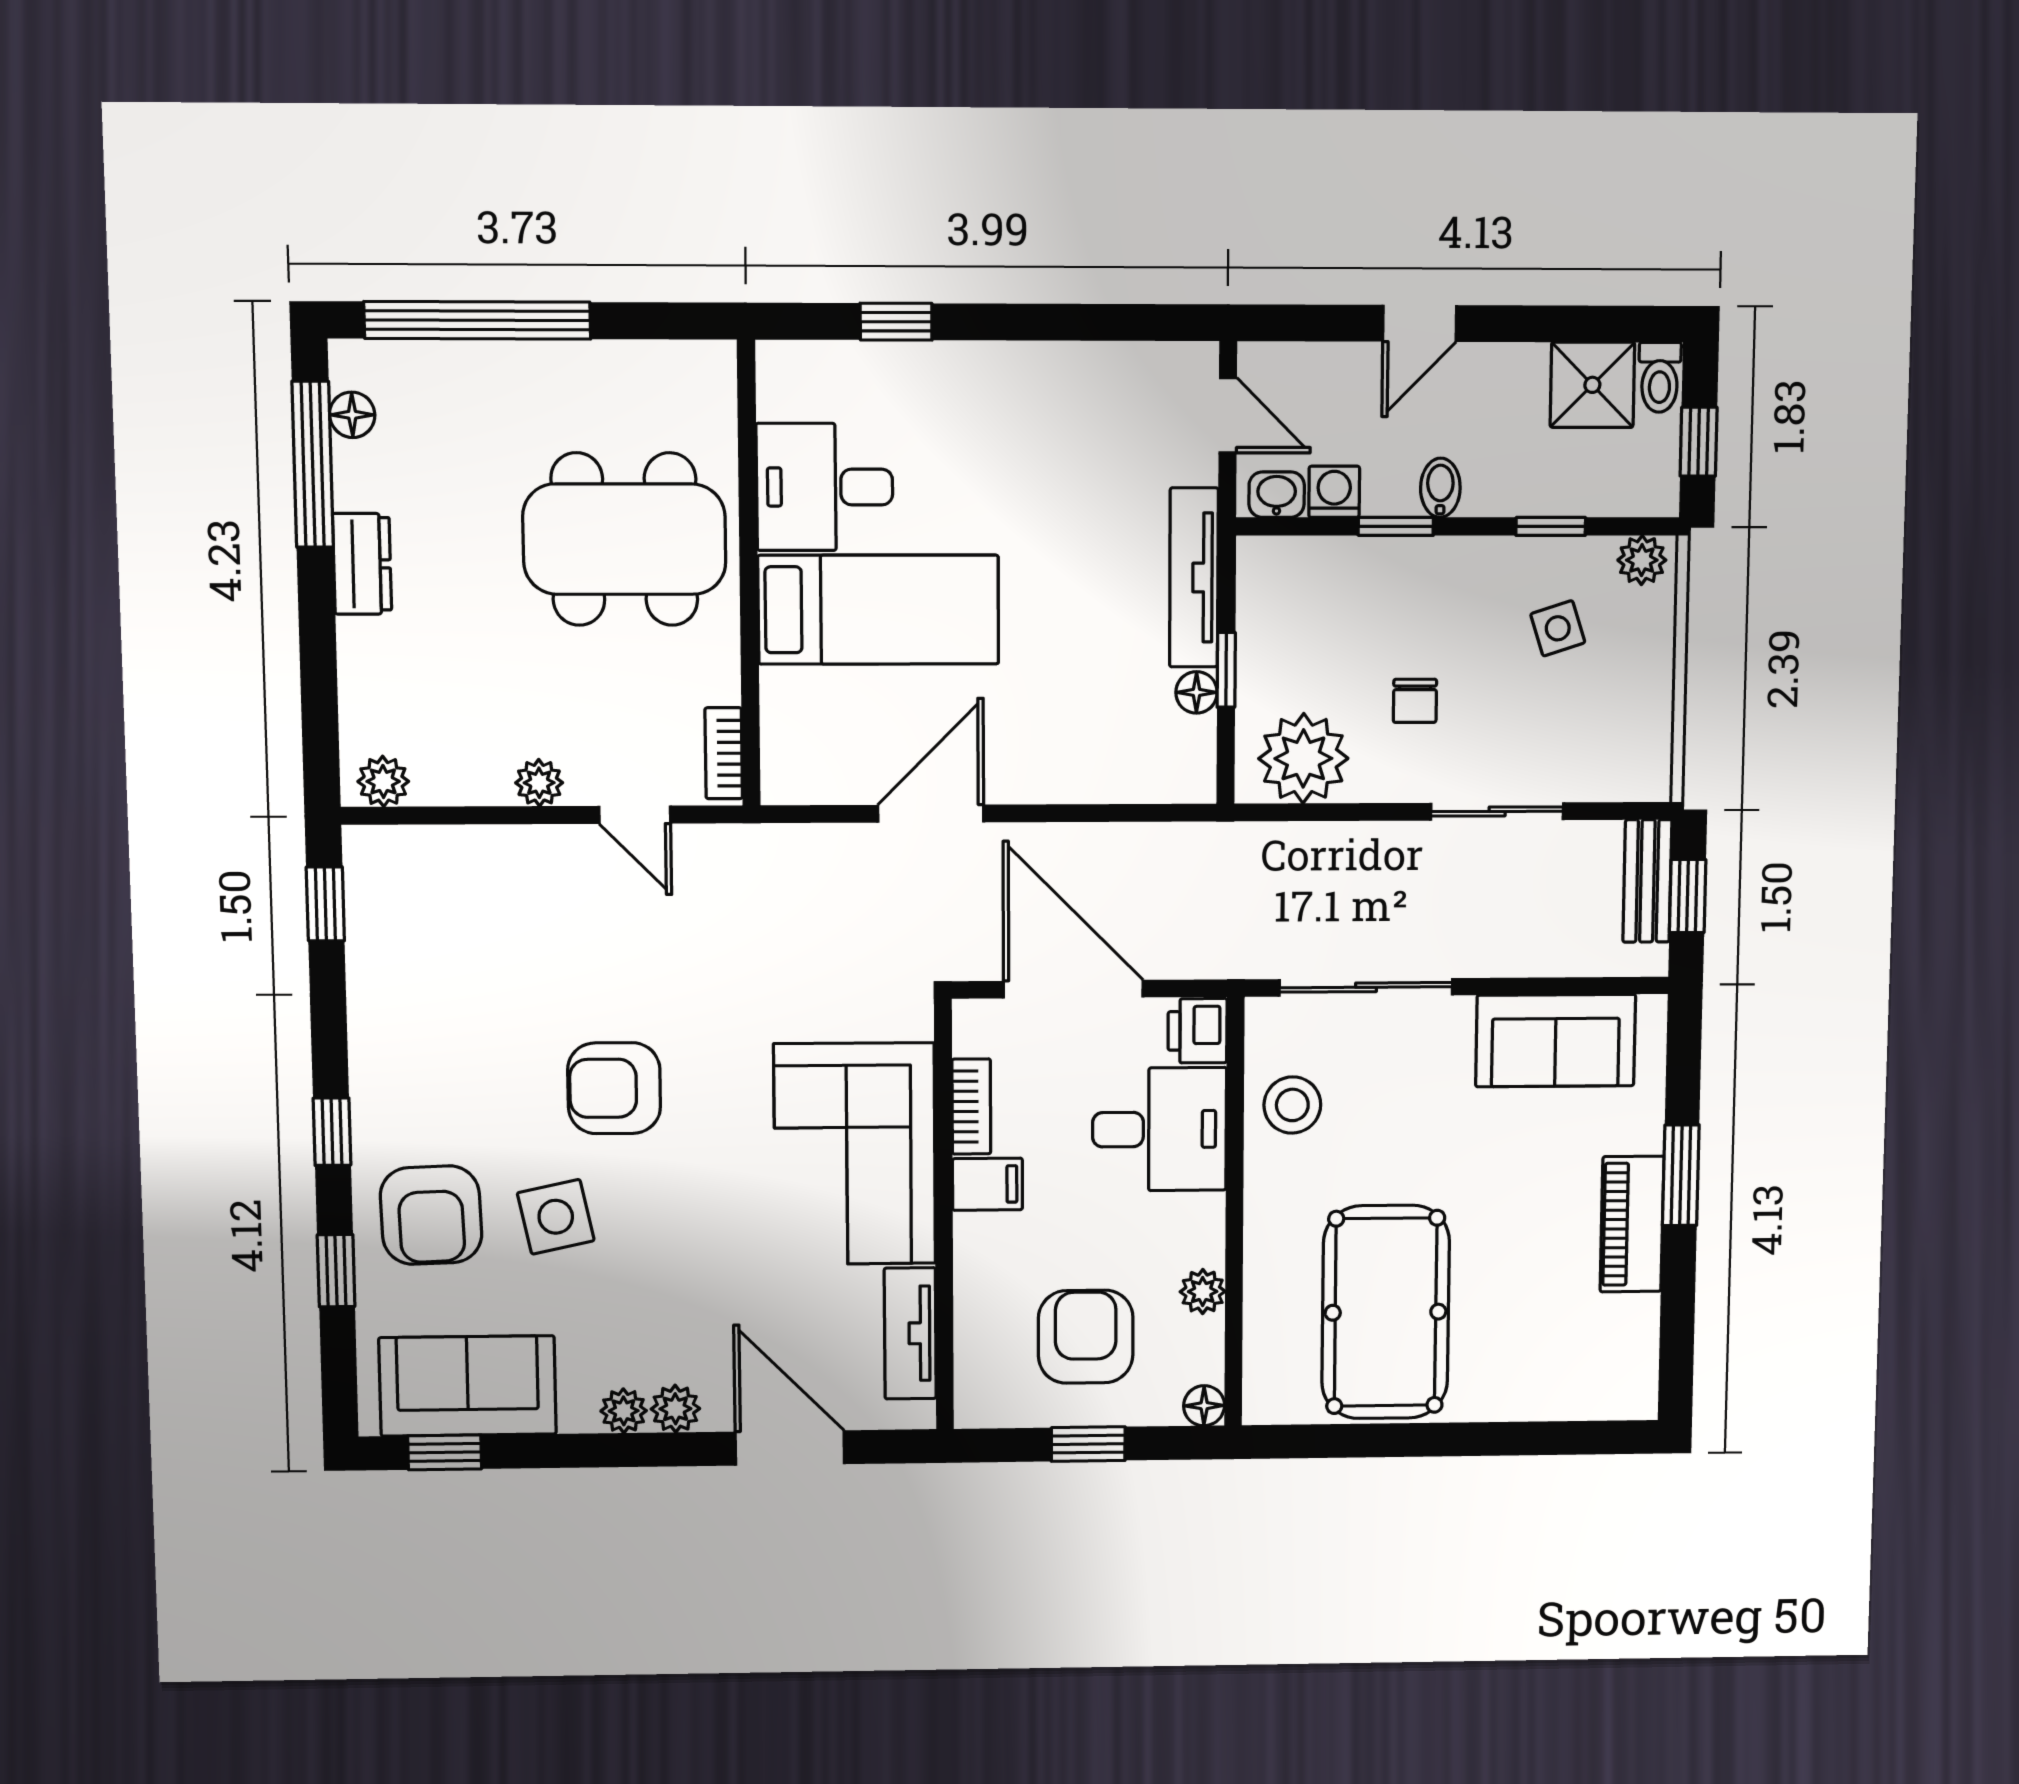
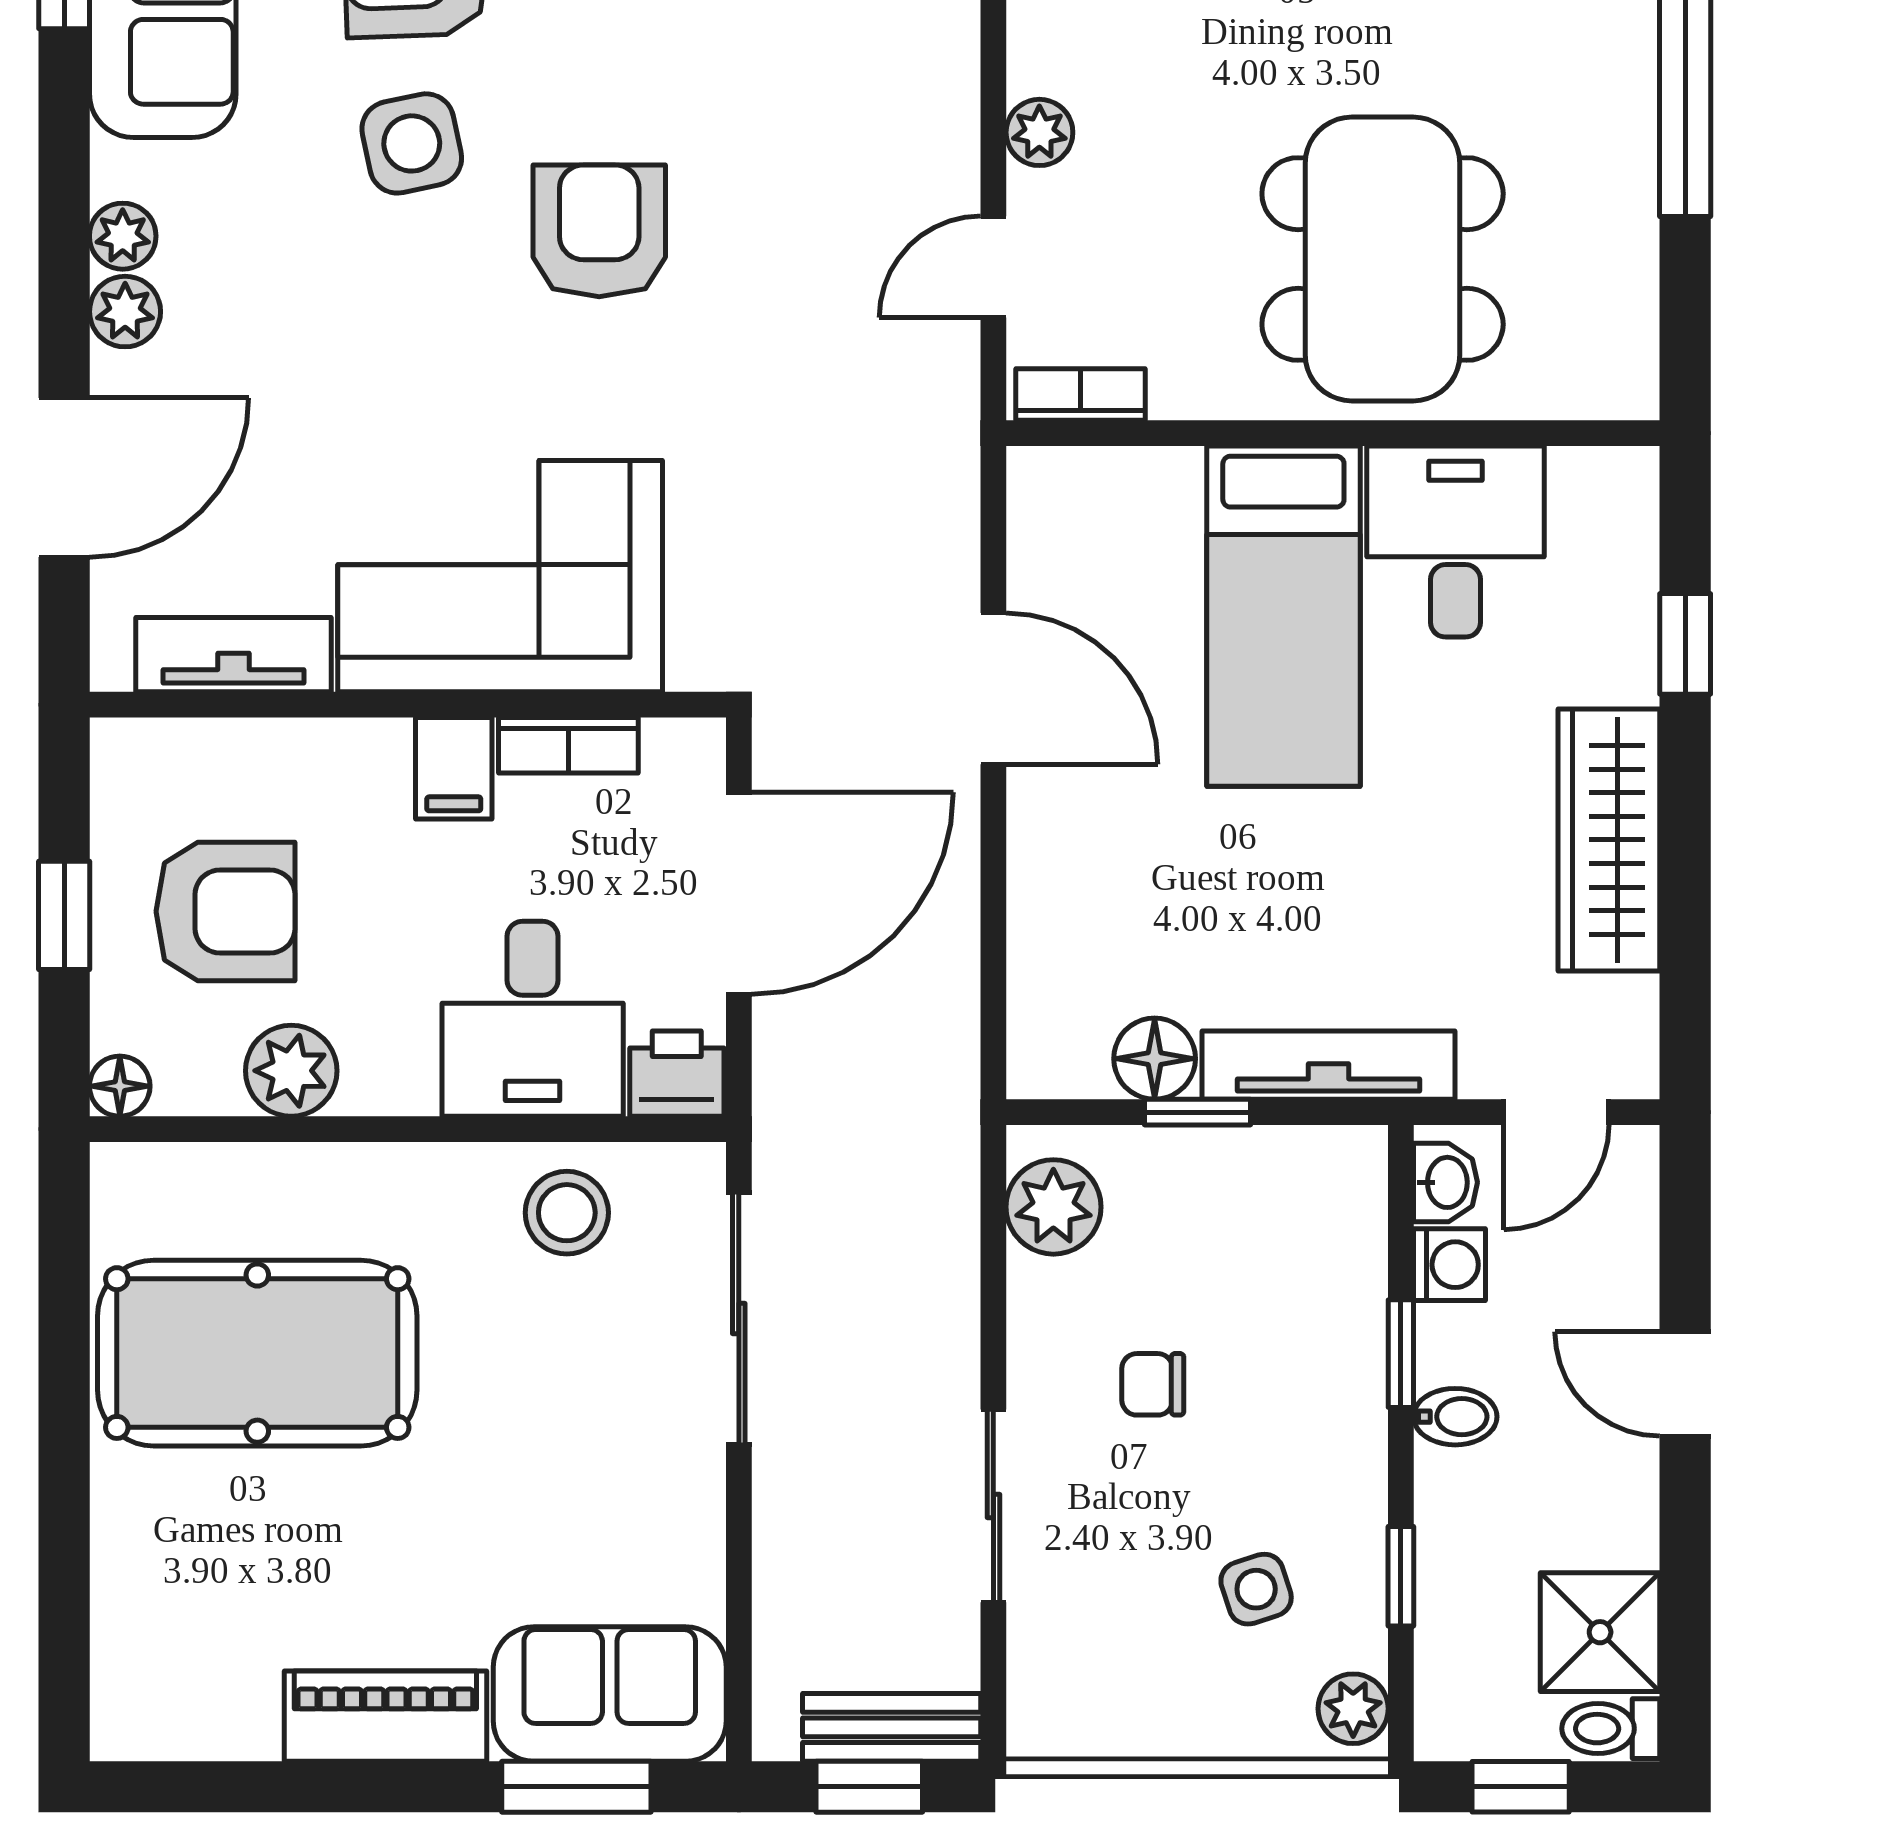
wardrobe: (1036, 377) -> (1609, 840), added
floor lamp: (1196, 692) -> (1155, 1059), width x1.37, depth x1.37
plant: (1303, 758) -> (1053, 1207), width x0.73, depth x0.73
sofa: (1556, 1041) -> (610, 1694), moved, turned 90
window: (1681, 1175) -> (576, 1787), moved
plant: (1203, 1292) -> (291, 1071), width x1.38, depth x1.38

